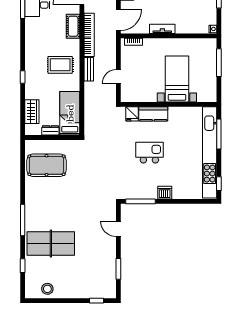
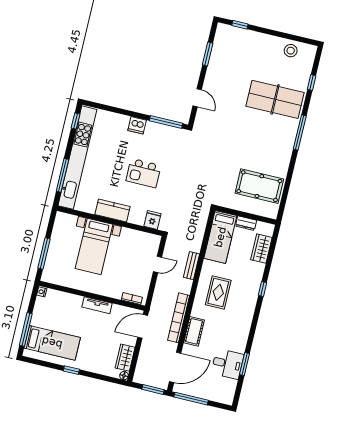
rug: (60, 65) -> (218, 292), turned 90
bench: (89, 69) -> (192, 266), moved
kitchen counter: (153, 114) -> (113, 211), moved

